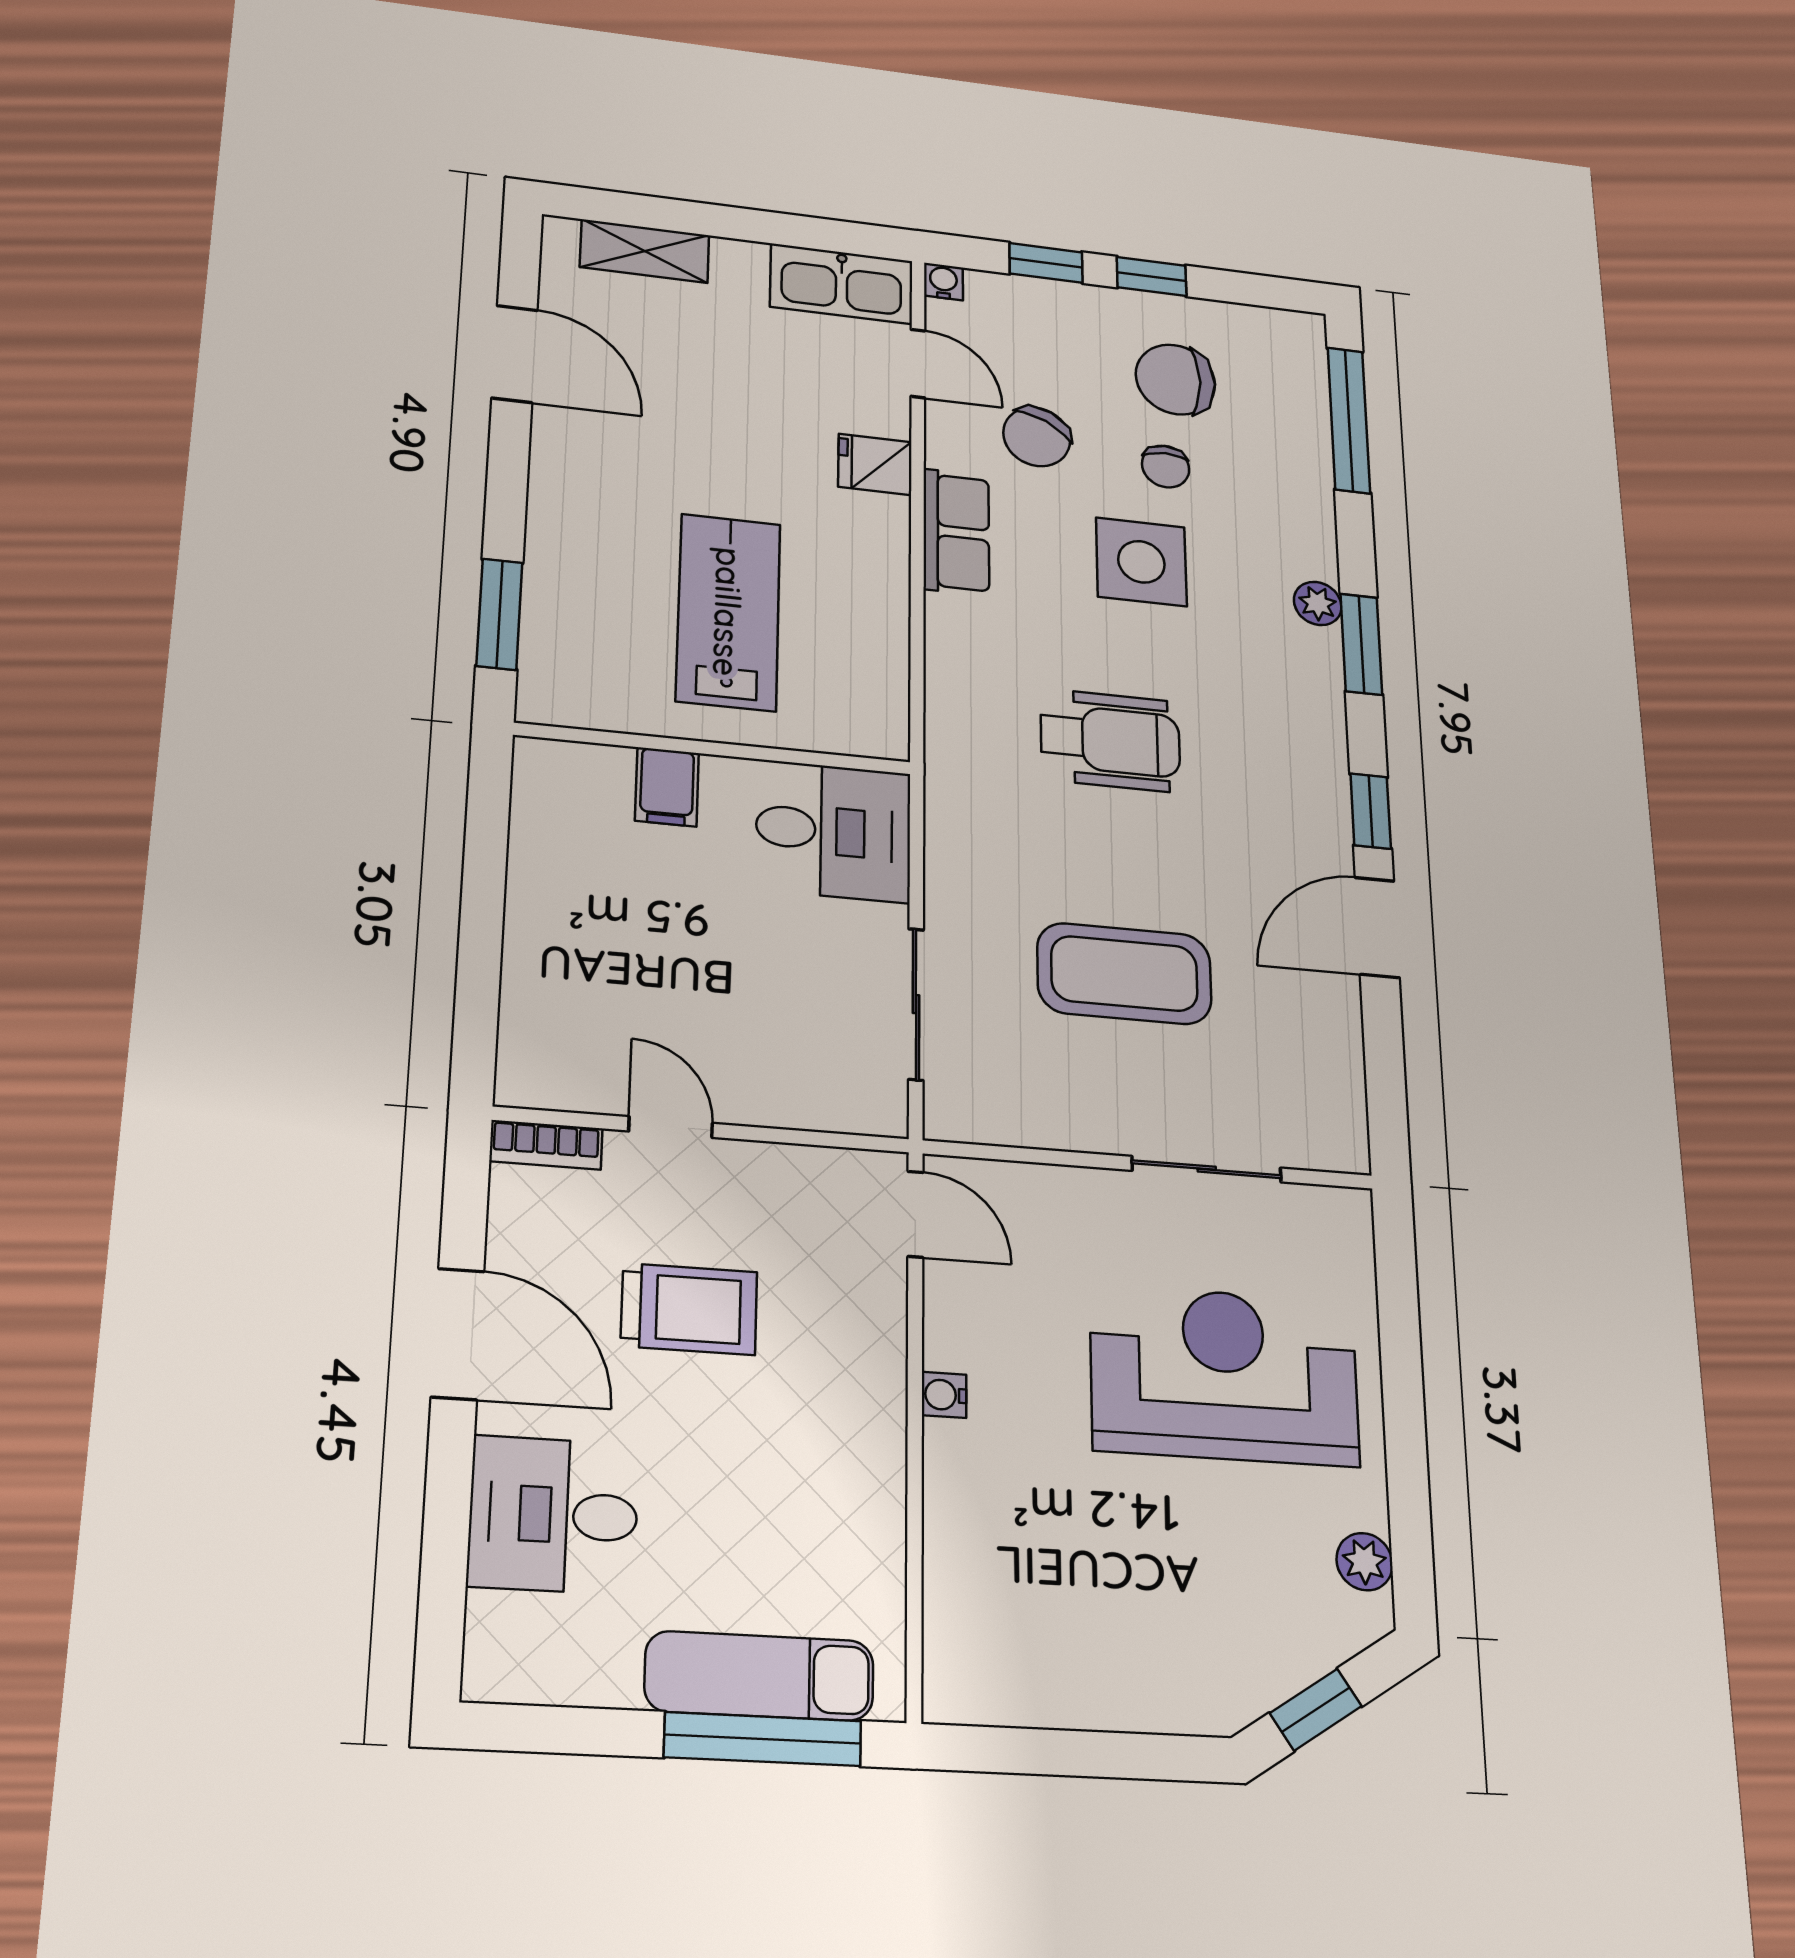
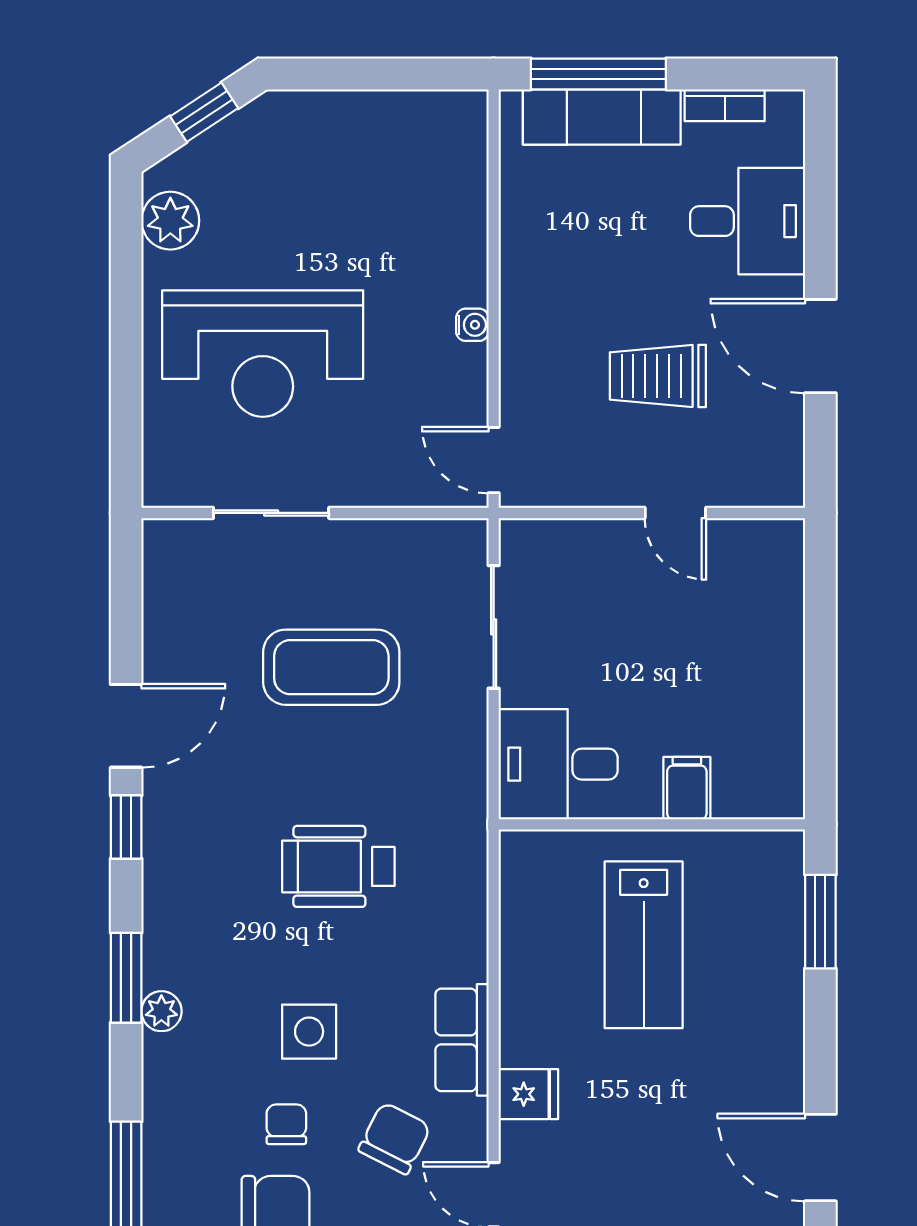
side table: (1141, 562) -> (309, 1032), width x0.73, depth x0.73
bookcase: (546, 1145) -> (725, 105), moved, turned 180
plant: (1365, 1562) -> (170, 221), width x1.38, depth x1.38

